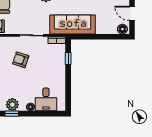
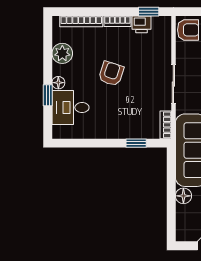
floor lamp: (122, 29) -> (183, 196), moved
armchair: (21, 60) -> (111, 74), moved
window: (12, 114) -> (48, 95), moved

